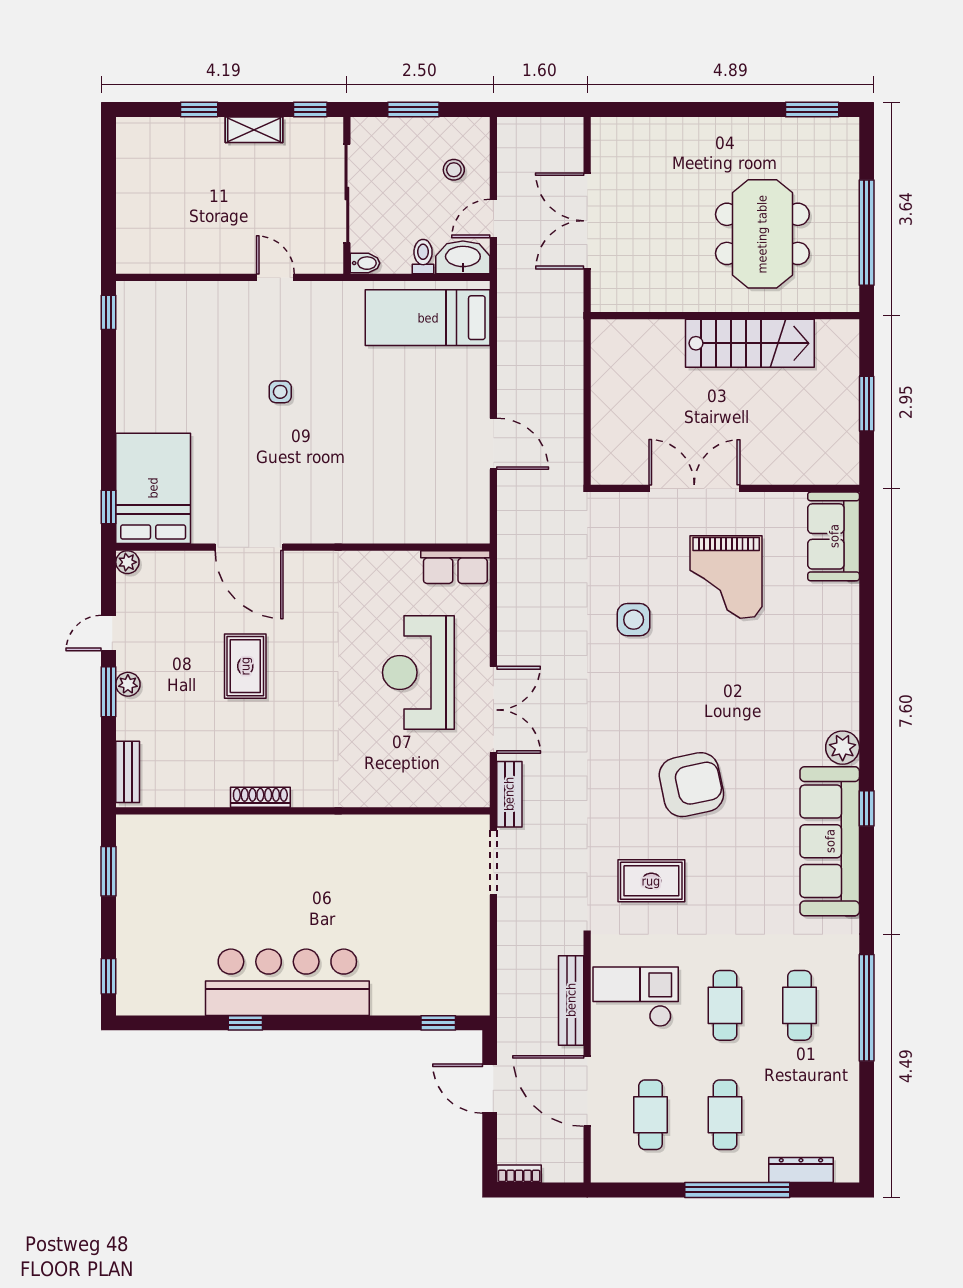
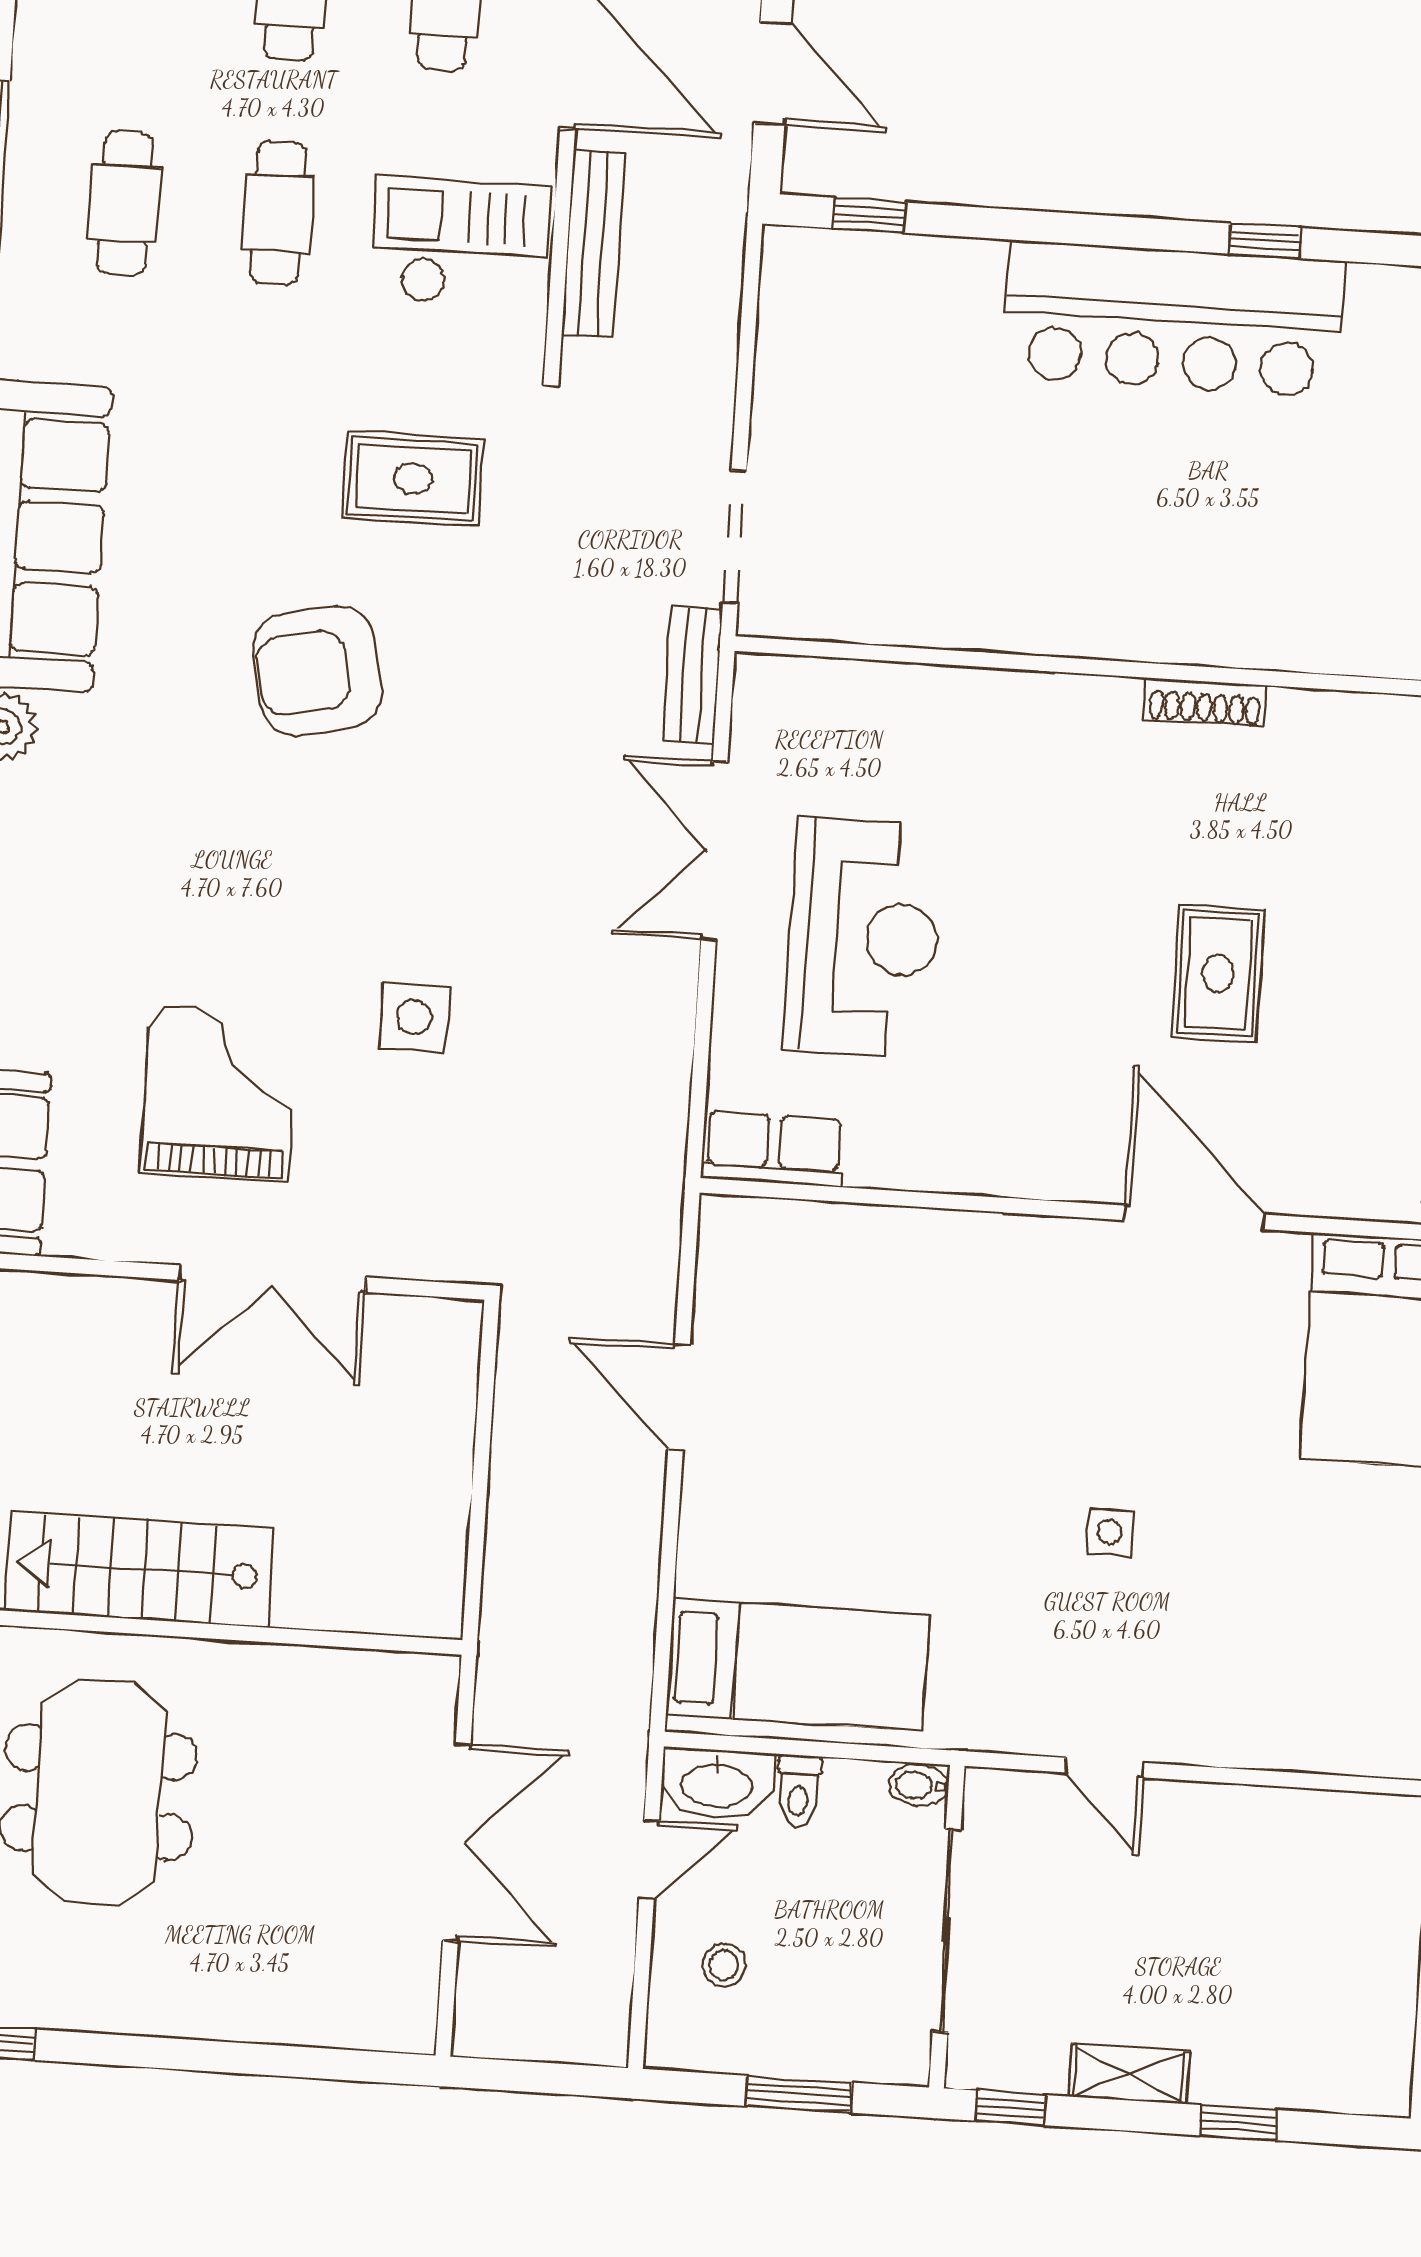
checkout: (636, 997) -> (460, 242), turned 180

